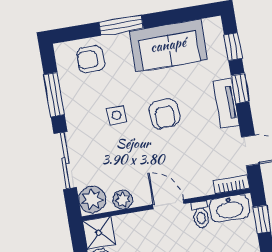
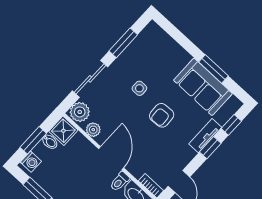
window: (121, 25) -> (213, 69), moved
armchair: (91, 59) -> (160, 48), removed
tv unit: (226, 103) -> (205, 136), moved
door: (168, 204) -> (111, 158), width x1.38

